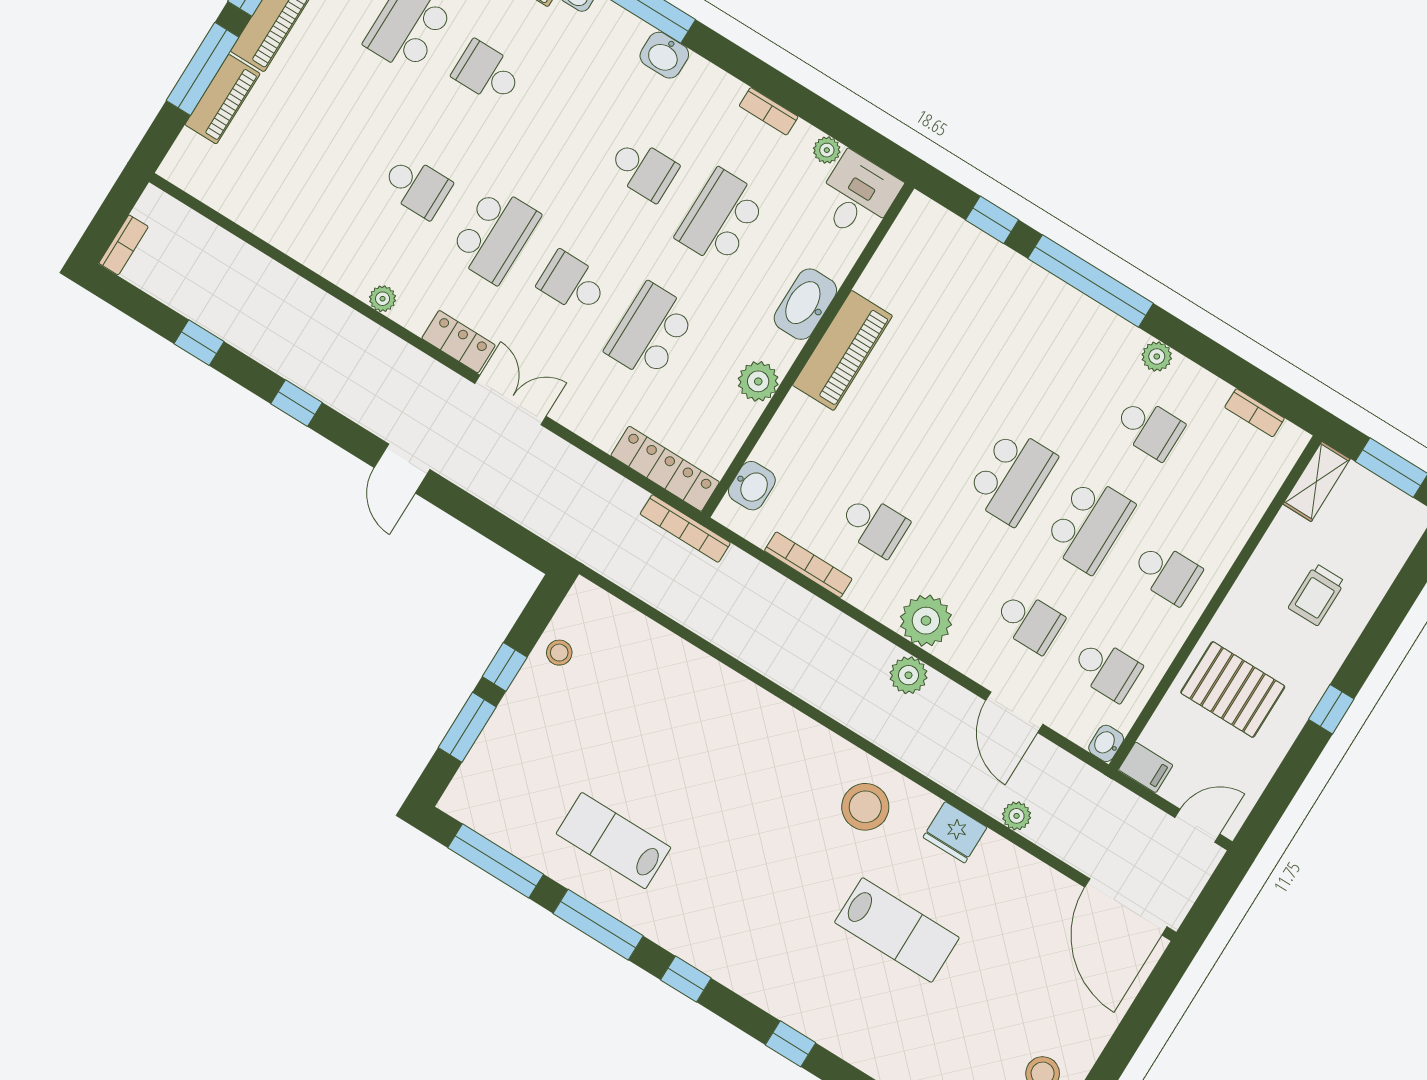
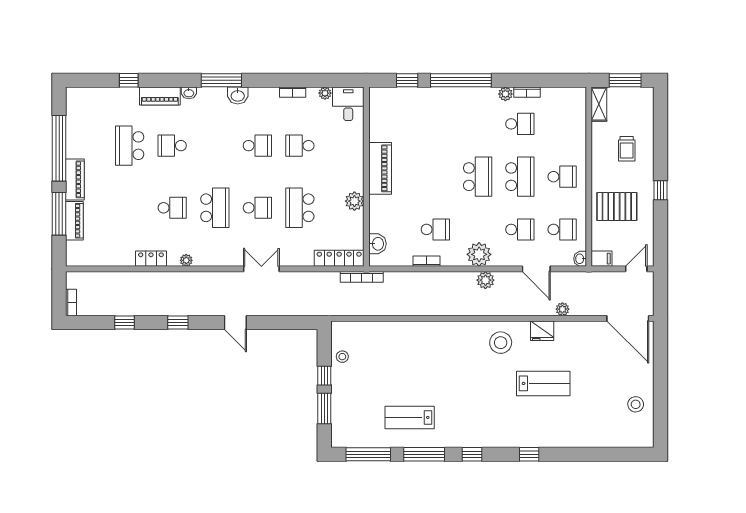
school desk: (721, 218) -> (300, 146), width x0.54
school desk: (573, 283) -> (257, 208), turned 180
washbasin: (805, 304) -> (354, 159), removed
locker: (459, 342) -> (151, 259), moved
bookcase: (1255, 413) -> (527, 92), moved
bookcase: (808, 565) -> (426, 261), width x0.64

